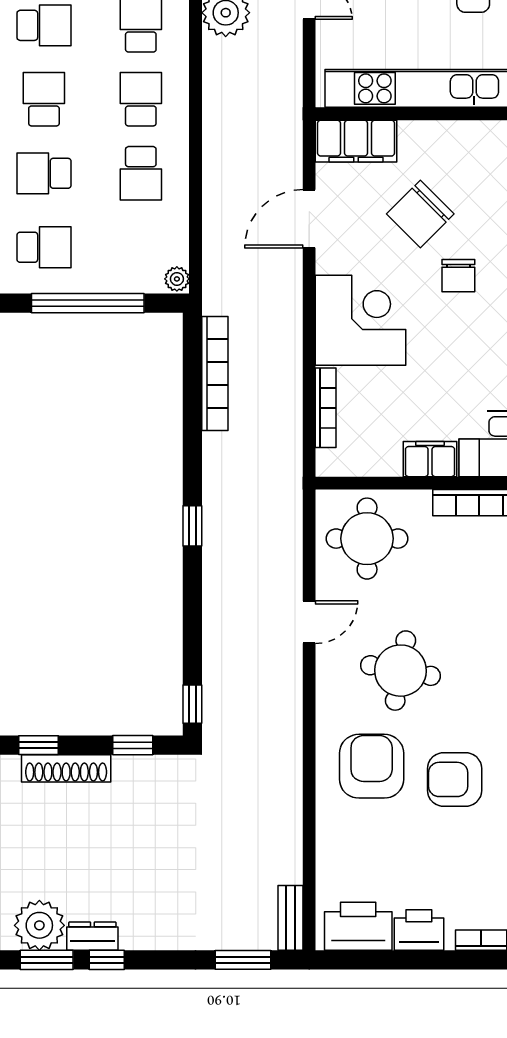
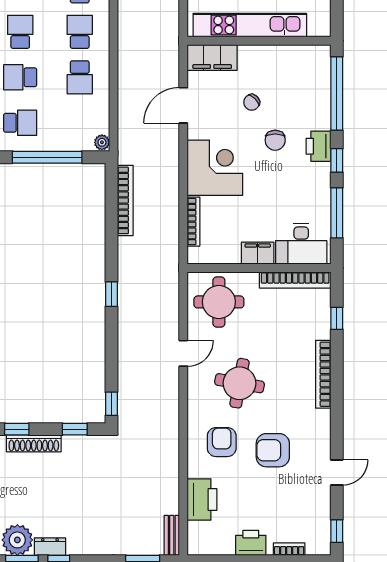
chair: (420, 214) -> (252, 102), width x0.54, depth x0.54
armchair: (372, 766) -> (222, 442), width x0.73, depth x0.73
printer: (358, 926) -> (202, 499), moved, turned 90

